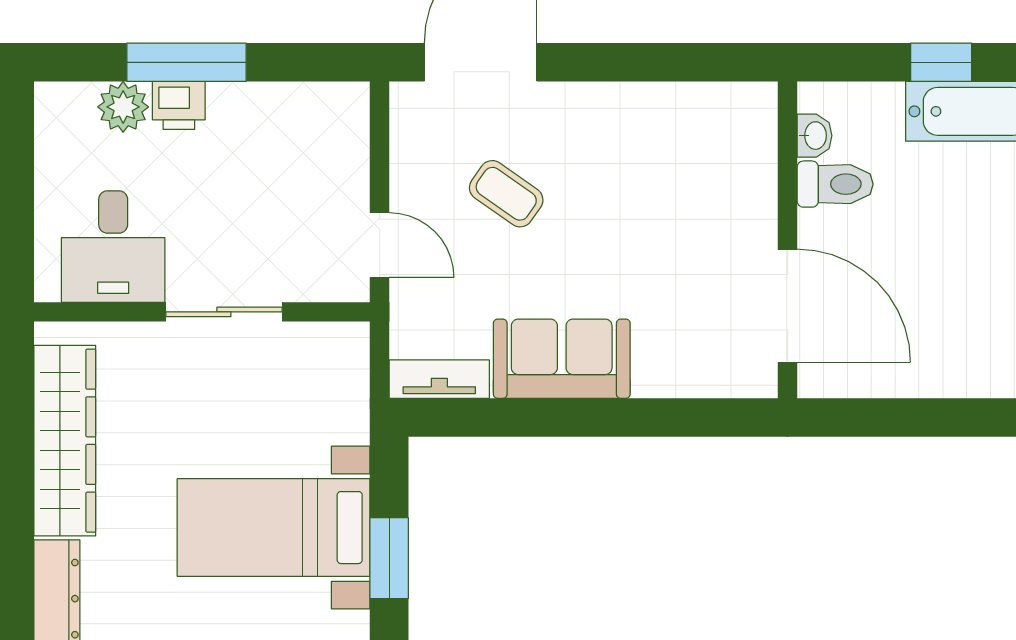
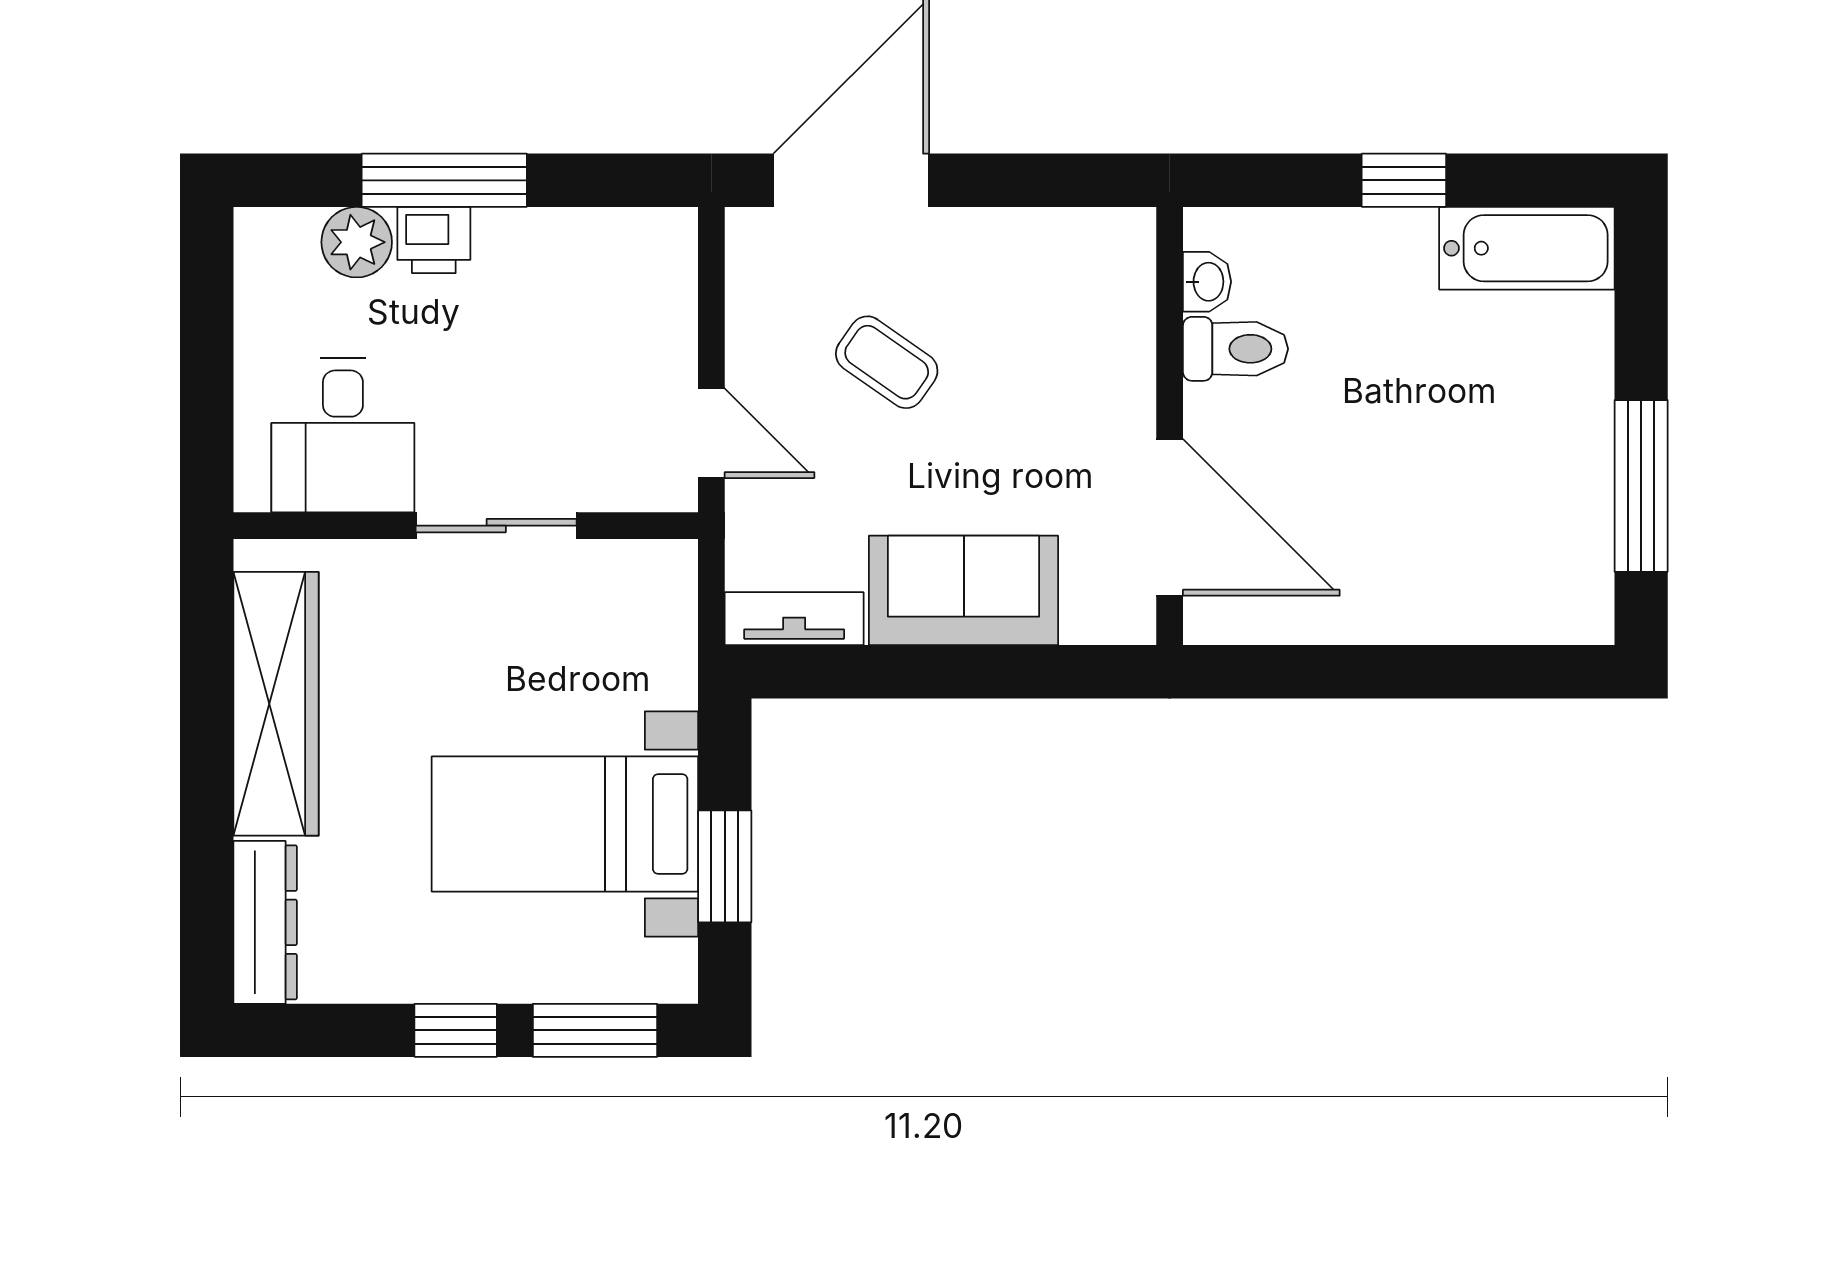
window: (941, 62) -> (1404, 180), moved
washbasin: (815, 136) -> (1207, 282), moved
toilet: (835, 184) -> (1236, 349), moved
wall: (788, 240) -> (1170, 426), moved
door: (788, 306) -> (1170, 517), moved

